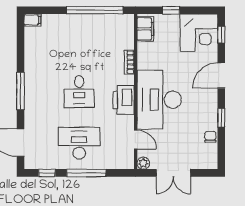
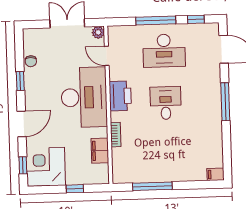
window: (95, 10) -> (152, 186), width x0.68
filing cabinet: (145, 29) -> (100, 151), moved

